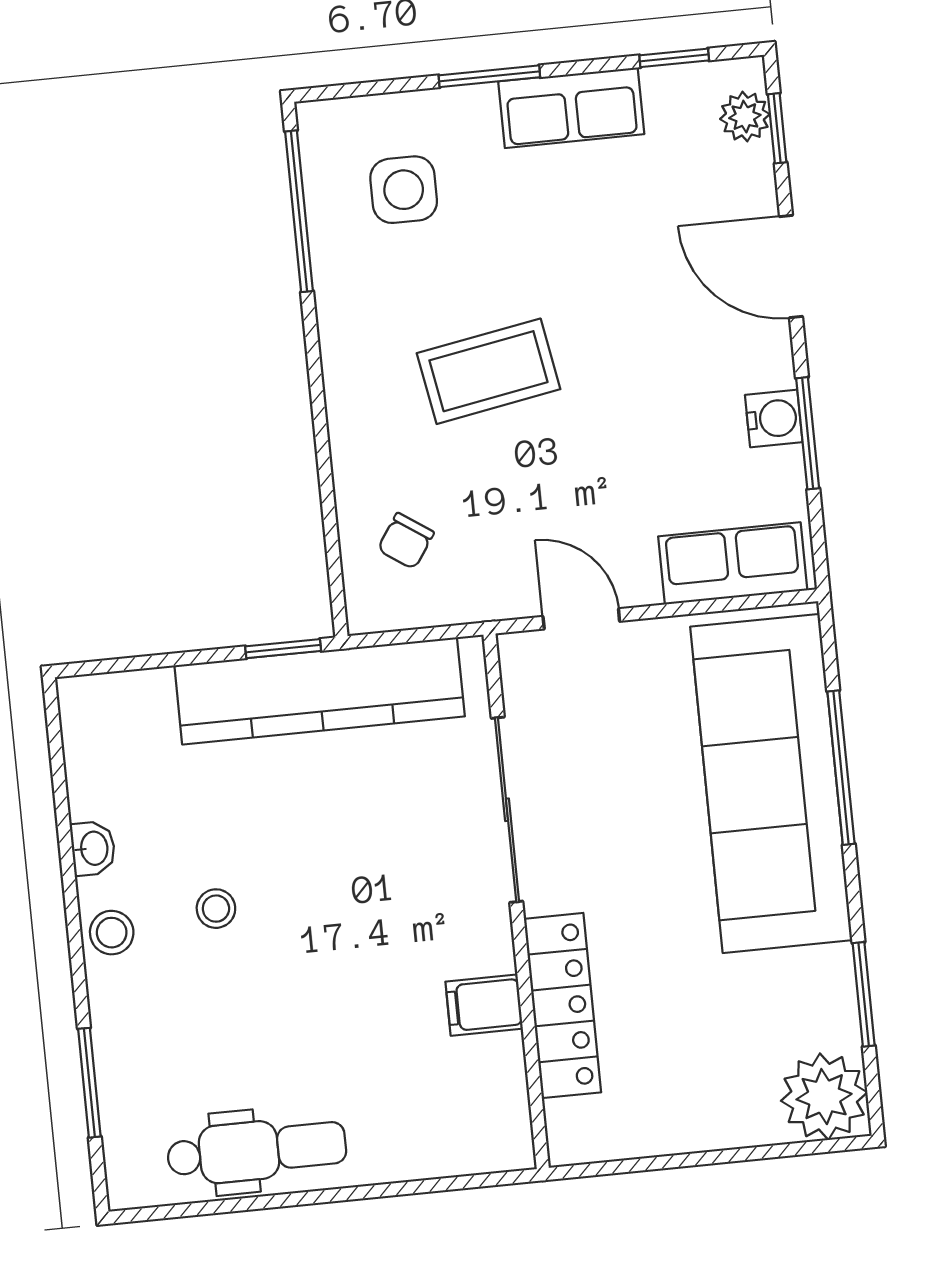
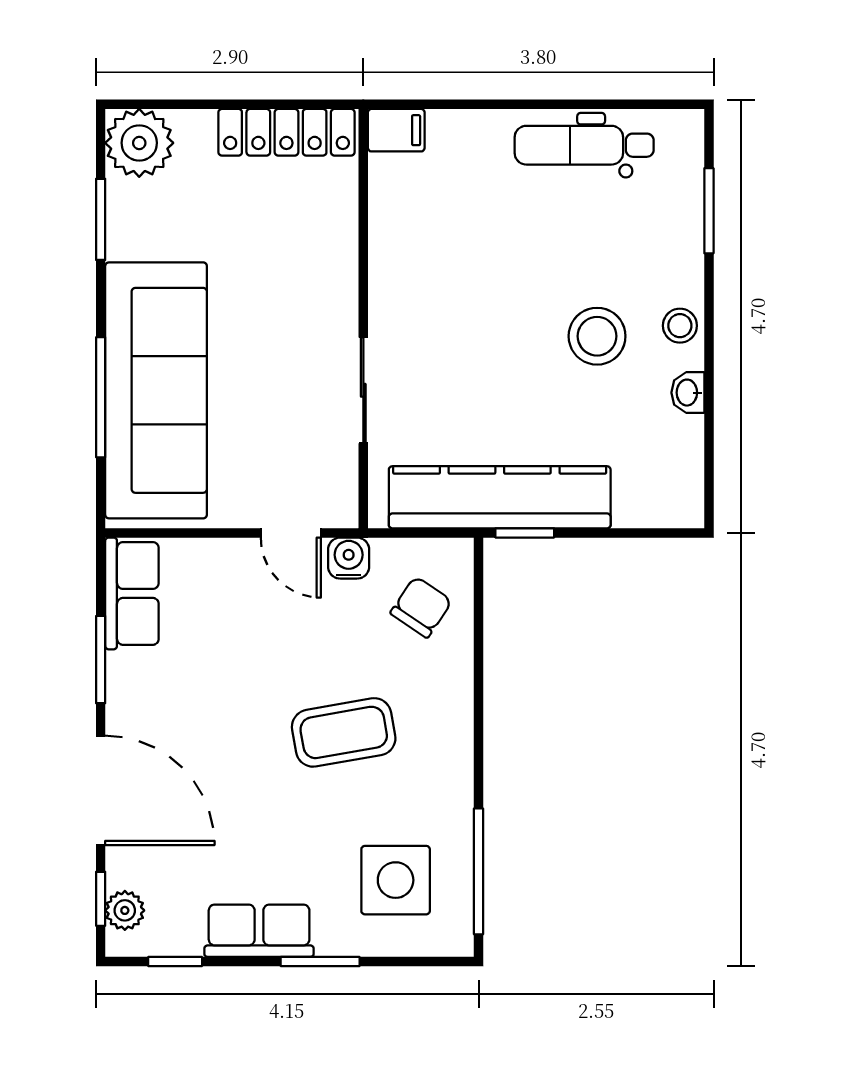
side table: (404, 190) -> (396, 880), width x1.37, depth x1.37
door: (791, 266) -> (101, 790), width x1.36
water cooler: (774, 419) -> (349, 558), moved, turned 90
chair: (406, 541) -> (421, 607), width x1.37, depth x1.37
row of seats: (733, 563) -> (132, 593), moved, turned -90
sliding door: (507, 810) -> (363, 390), width x0.73
stool: (216, 909) -> (597, 336), width x1.89, depth x1.89
filing cabinet: (484, 1005) -> (396, 130), moved
locker: (563, 1006) -> (286, 132), moved, turned -90

